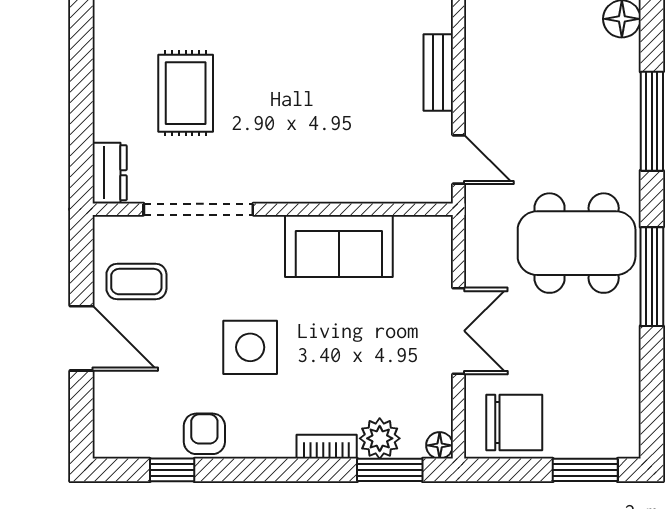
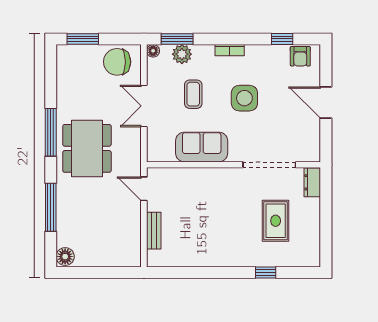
dining table: (577, 243) -> (87, 148), turned 90
coffee table: (136, 282) -> (193, 94), moved, turned 90
armchair: (204, 434) -> (300, 56), moved
bookcase: (327, 447) -> (230, 50), moved

